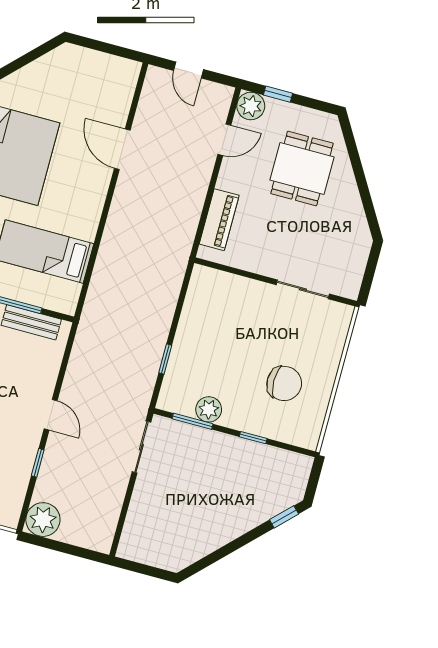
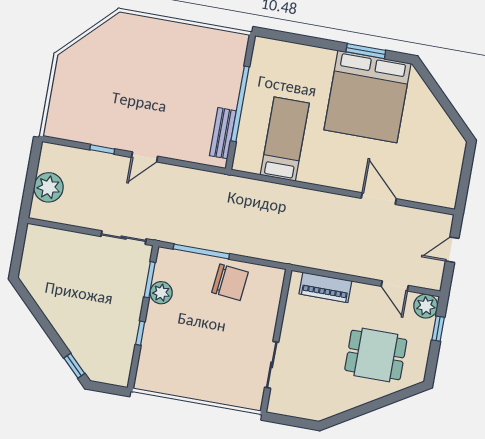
door: (122, 149) -> (379, 199), hinge flipped
window: (165, 359) -> (201, 251), width x2.17
chair: (284, 383) -> (230, 282), moved, turned -84
plant: (43, 520) -> (48, 187), moved

